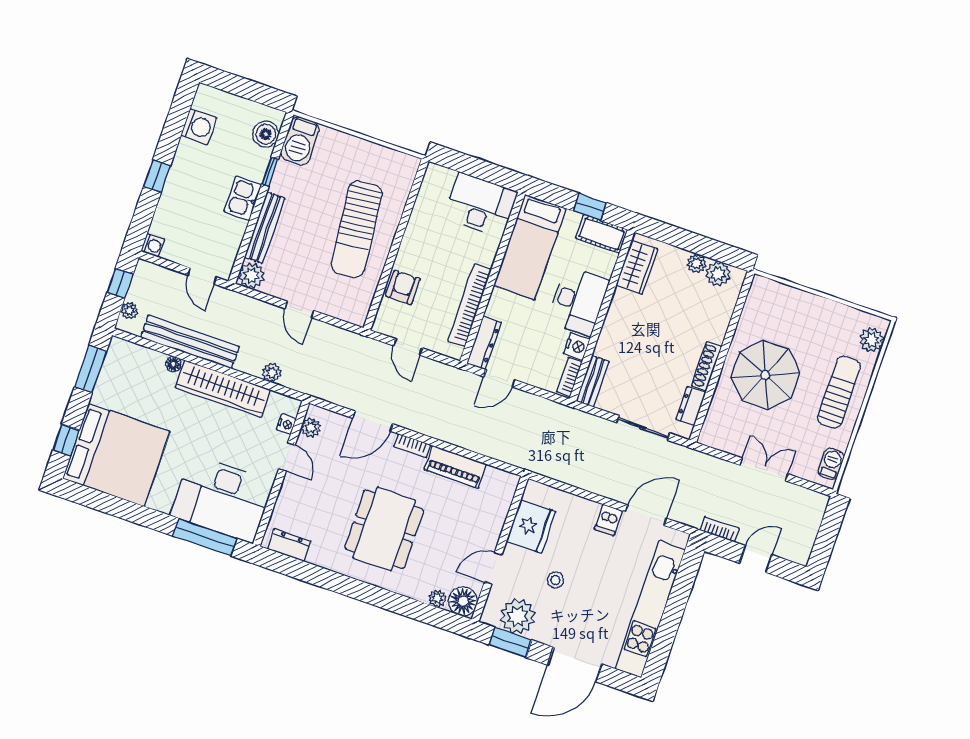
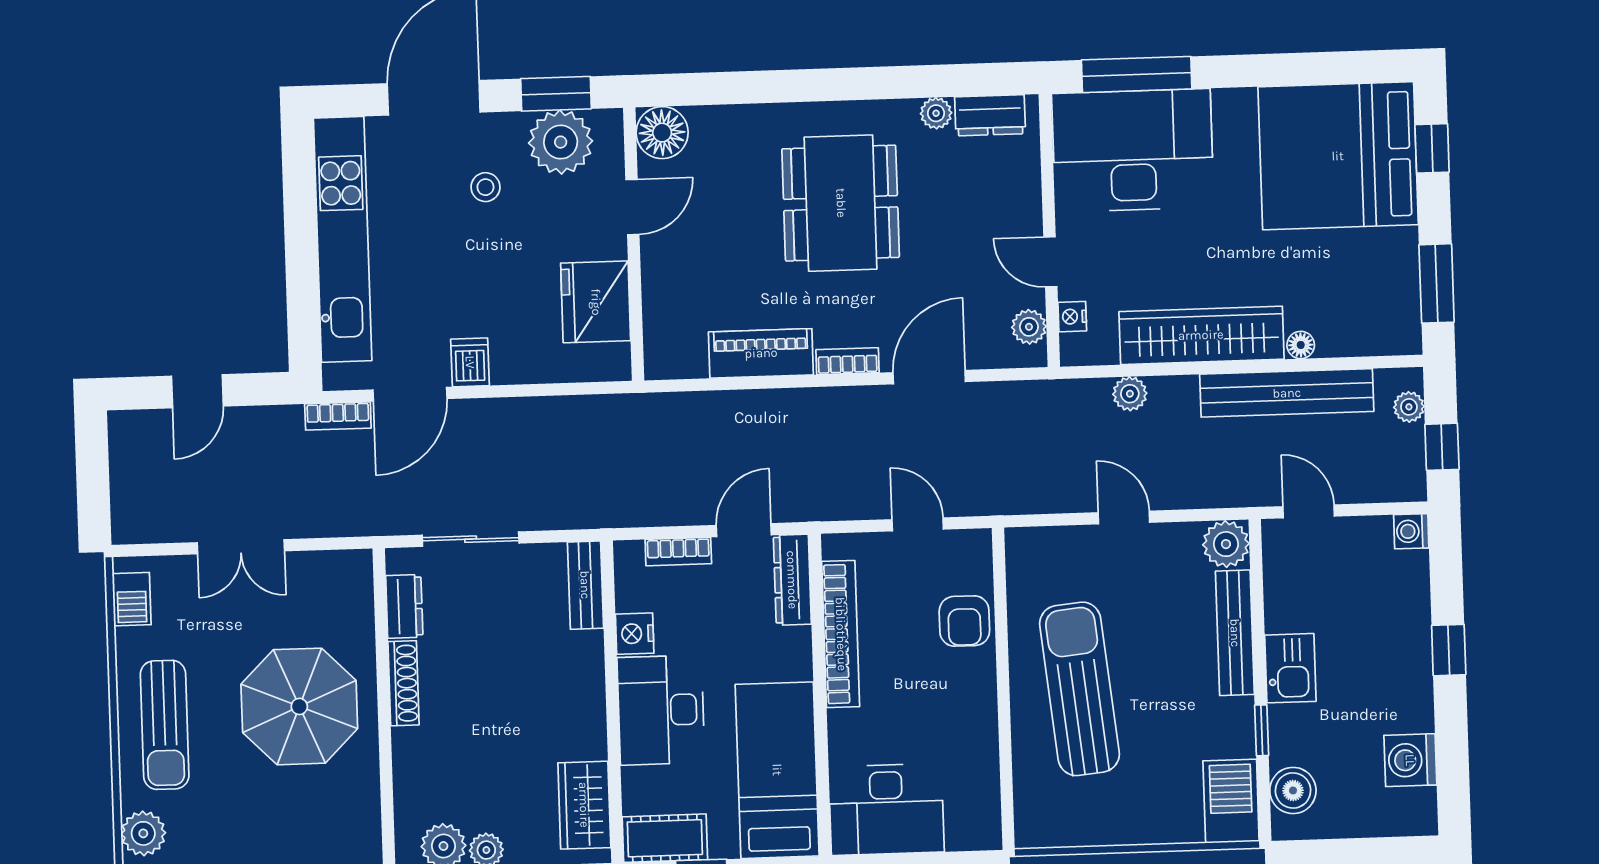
bookcase: (569, 377) -> (678, 552), moved, turned 90
bookcase: (719, 529) -> (338, 416), moved
stool: (556, 580) -> (485, 187), moved
plant: (437, 598) -> (936, 113), moved

